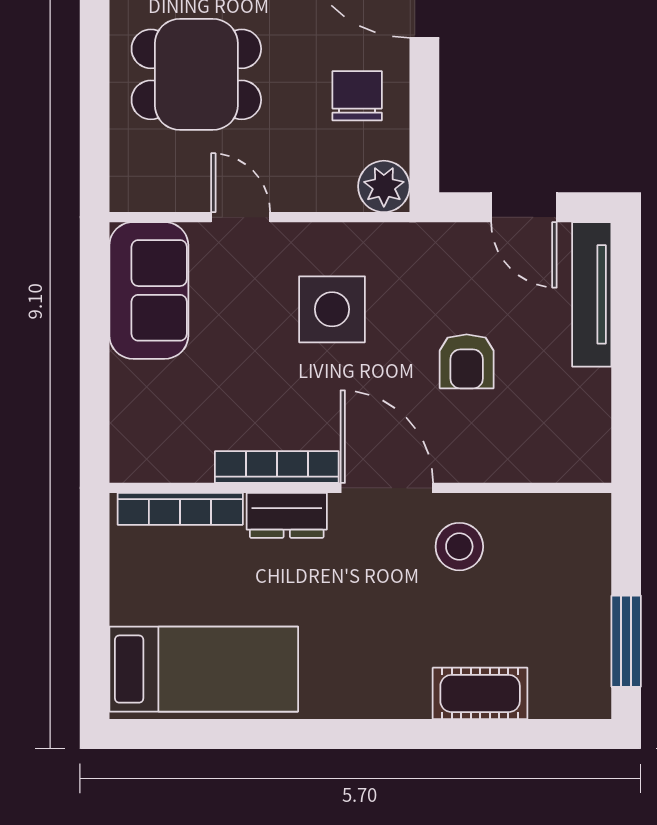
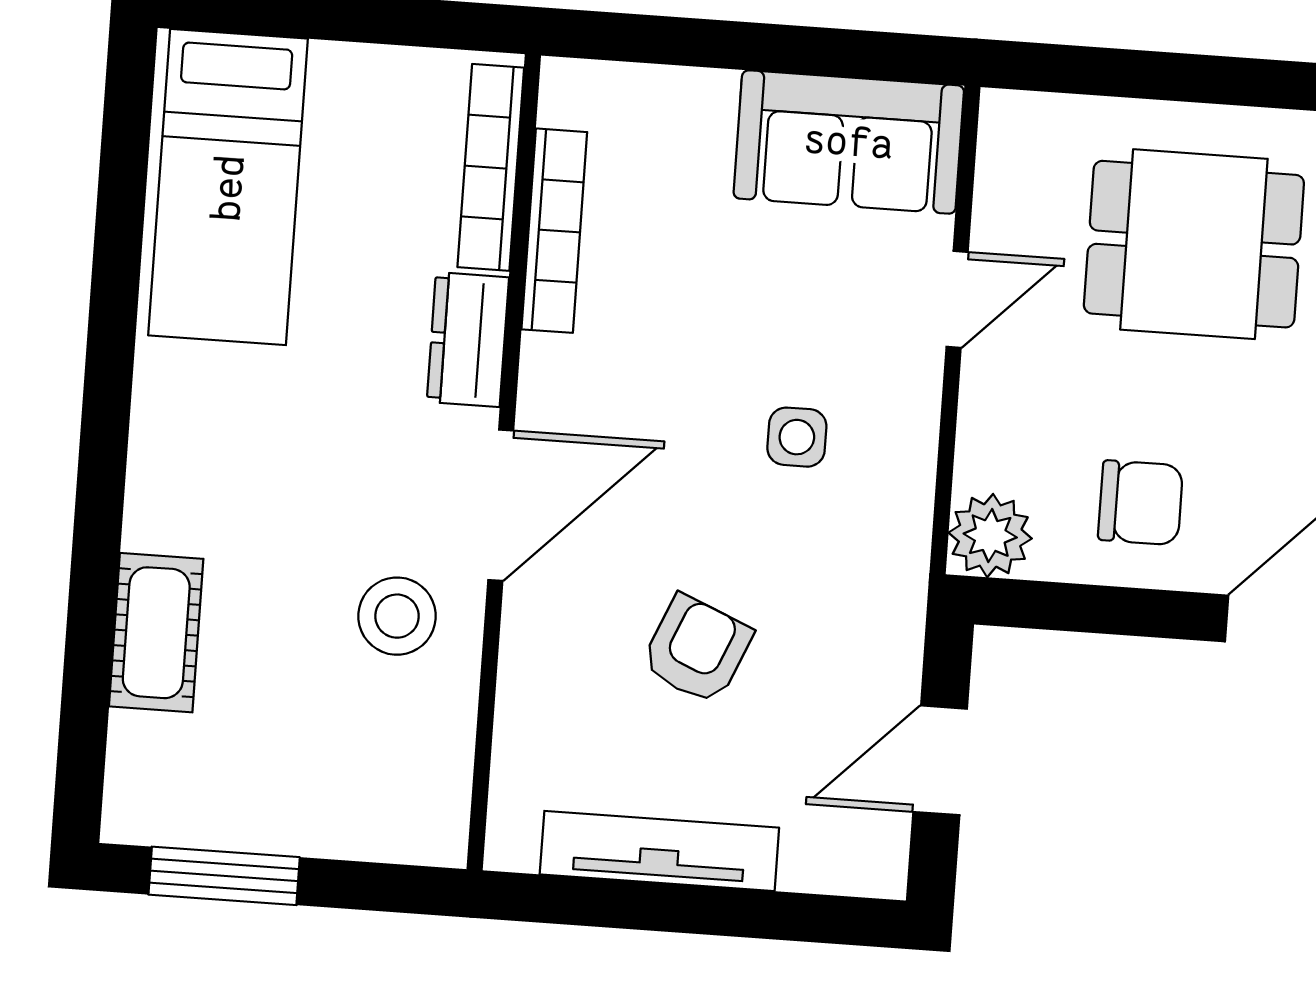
dining table: (196, 74) -> (1194, 244), turned 90
tv unit: (592, 294) -> (659, 851), moved
side table: (332, 309) -> (797, 437), width x0.54, depth x0.54
armchair: (467, 361) -> (697, 650), turned 113
bookcase: (277, 467) -> (554, 231), moved

